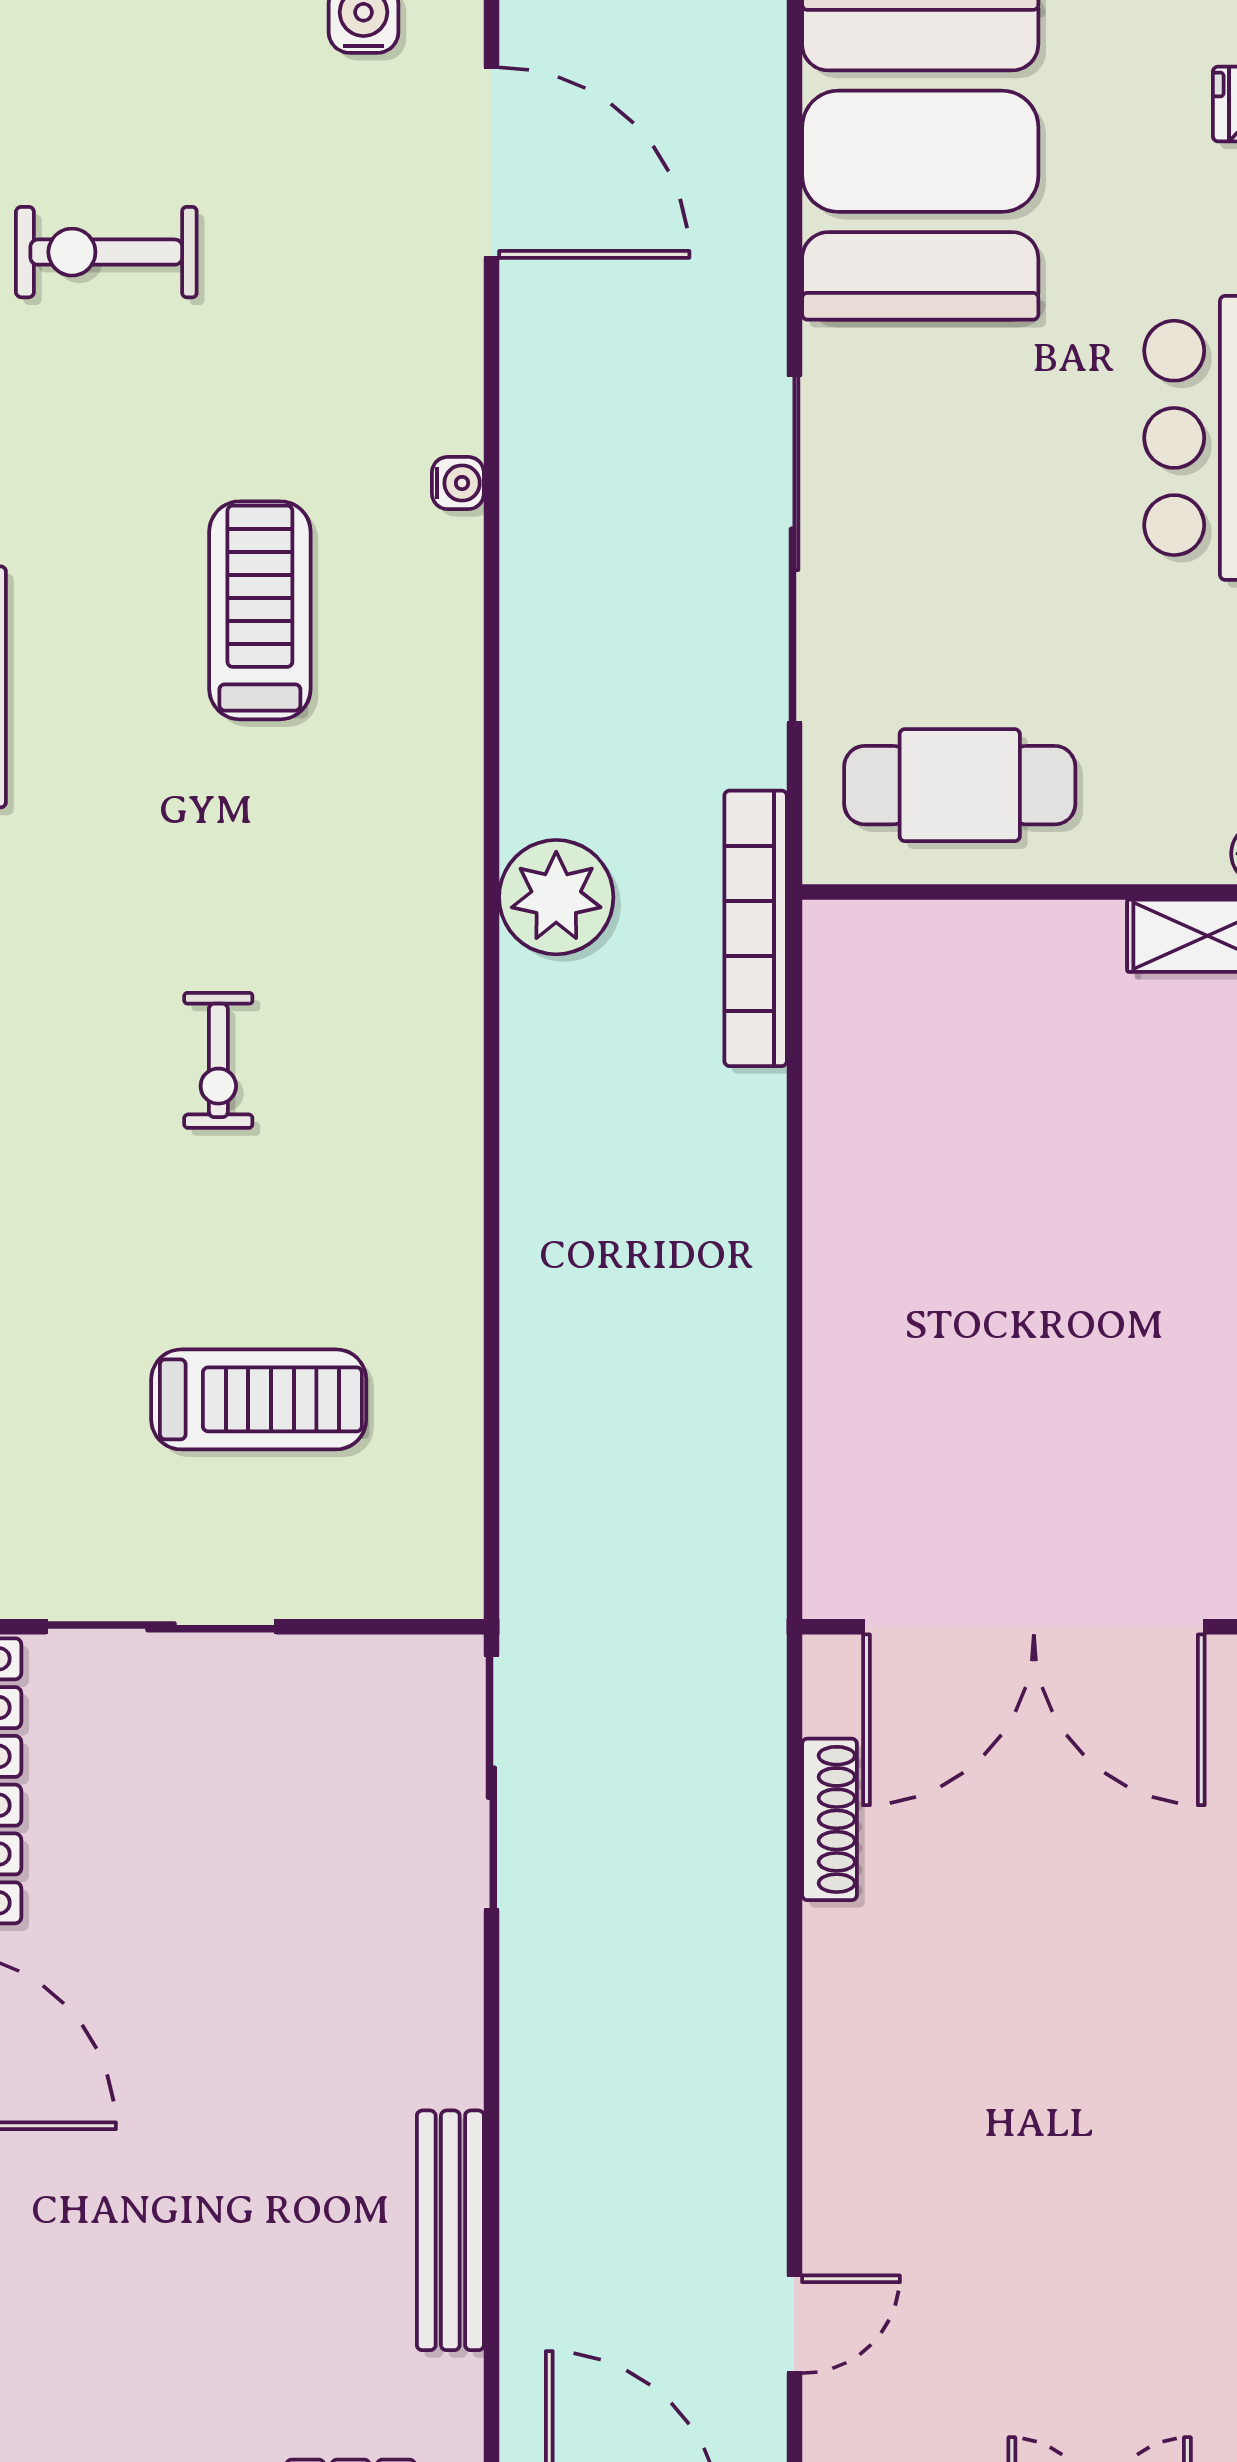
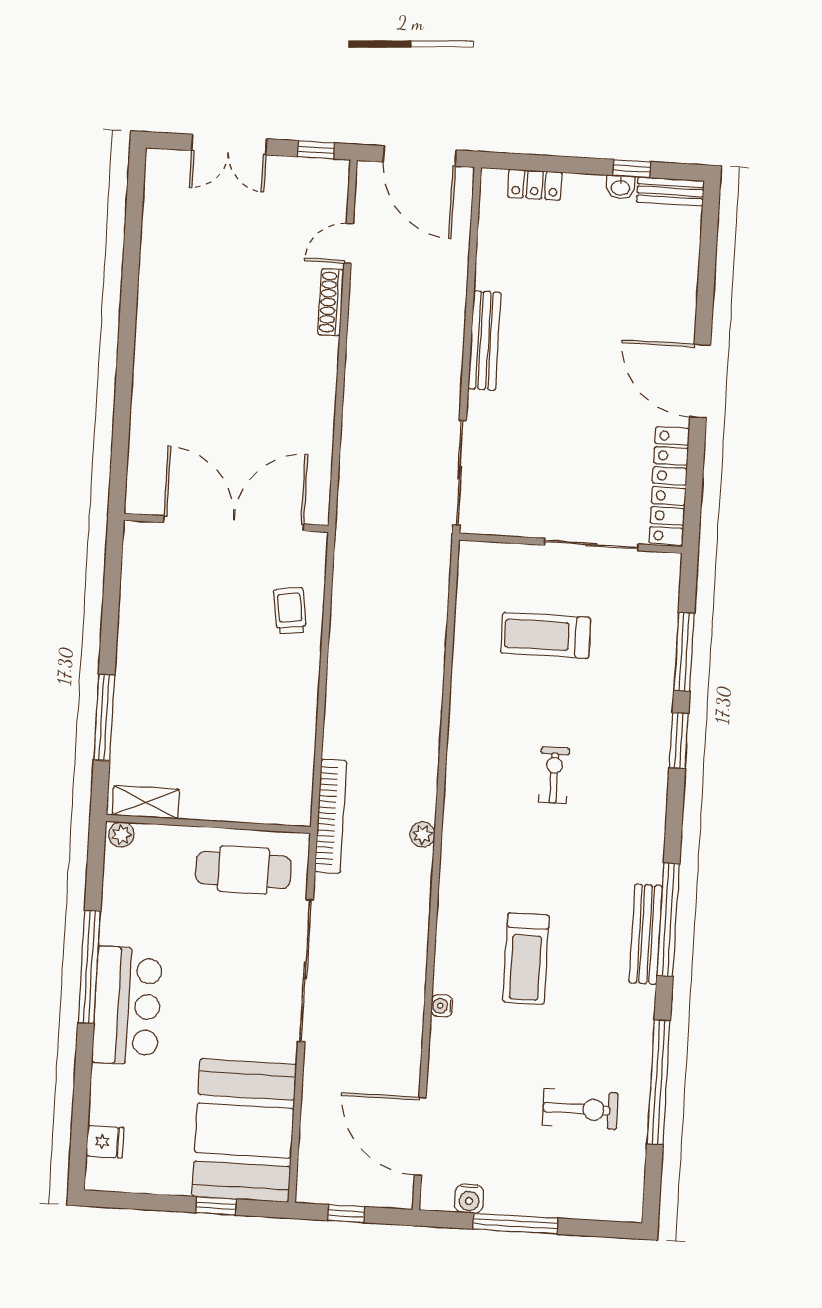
plant: (556, 897) -> (423, 835), width x0.53, depth x0.53
trolley: (884, 1422) -> (290, 611), added
shoe rack: (830, 1819) -> (331, 302), moved
bench: (450, 2230) -> (484, 341), moved

